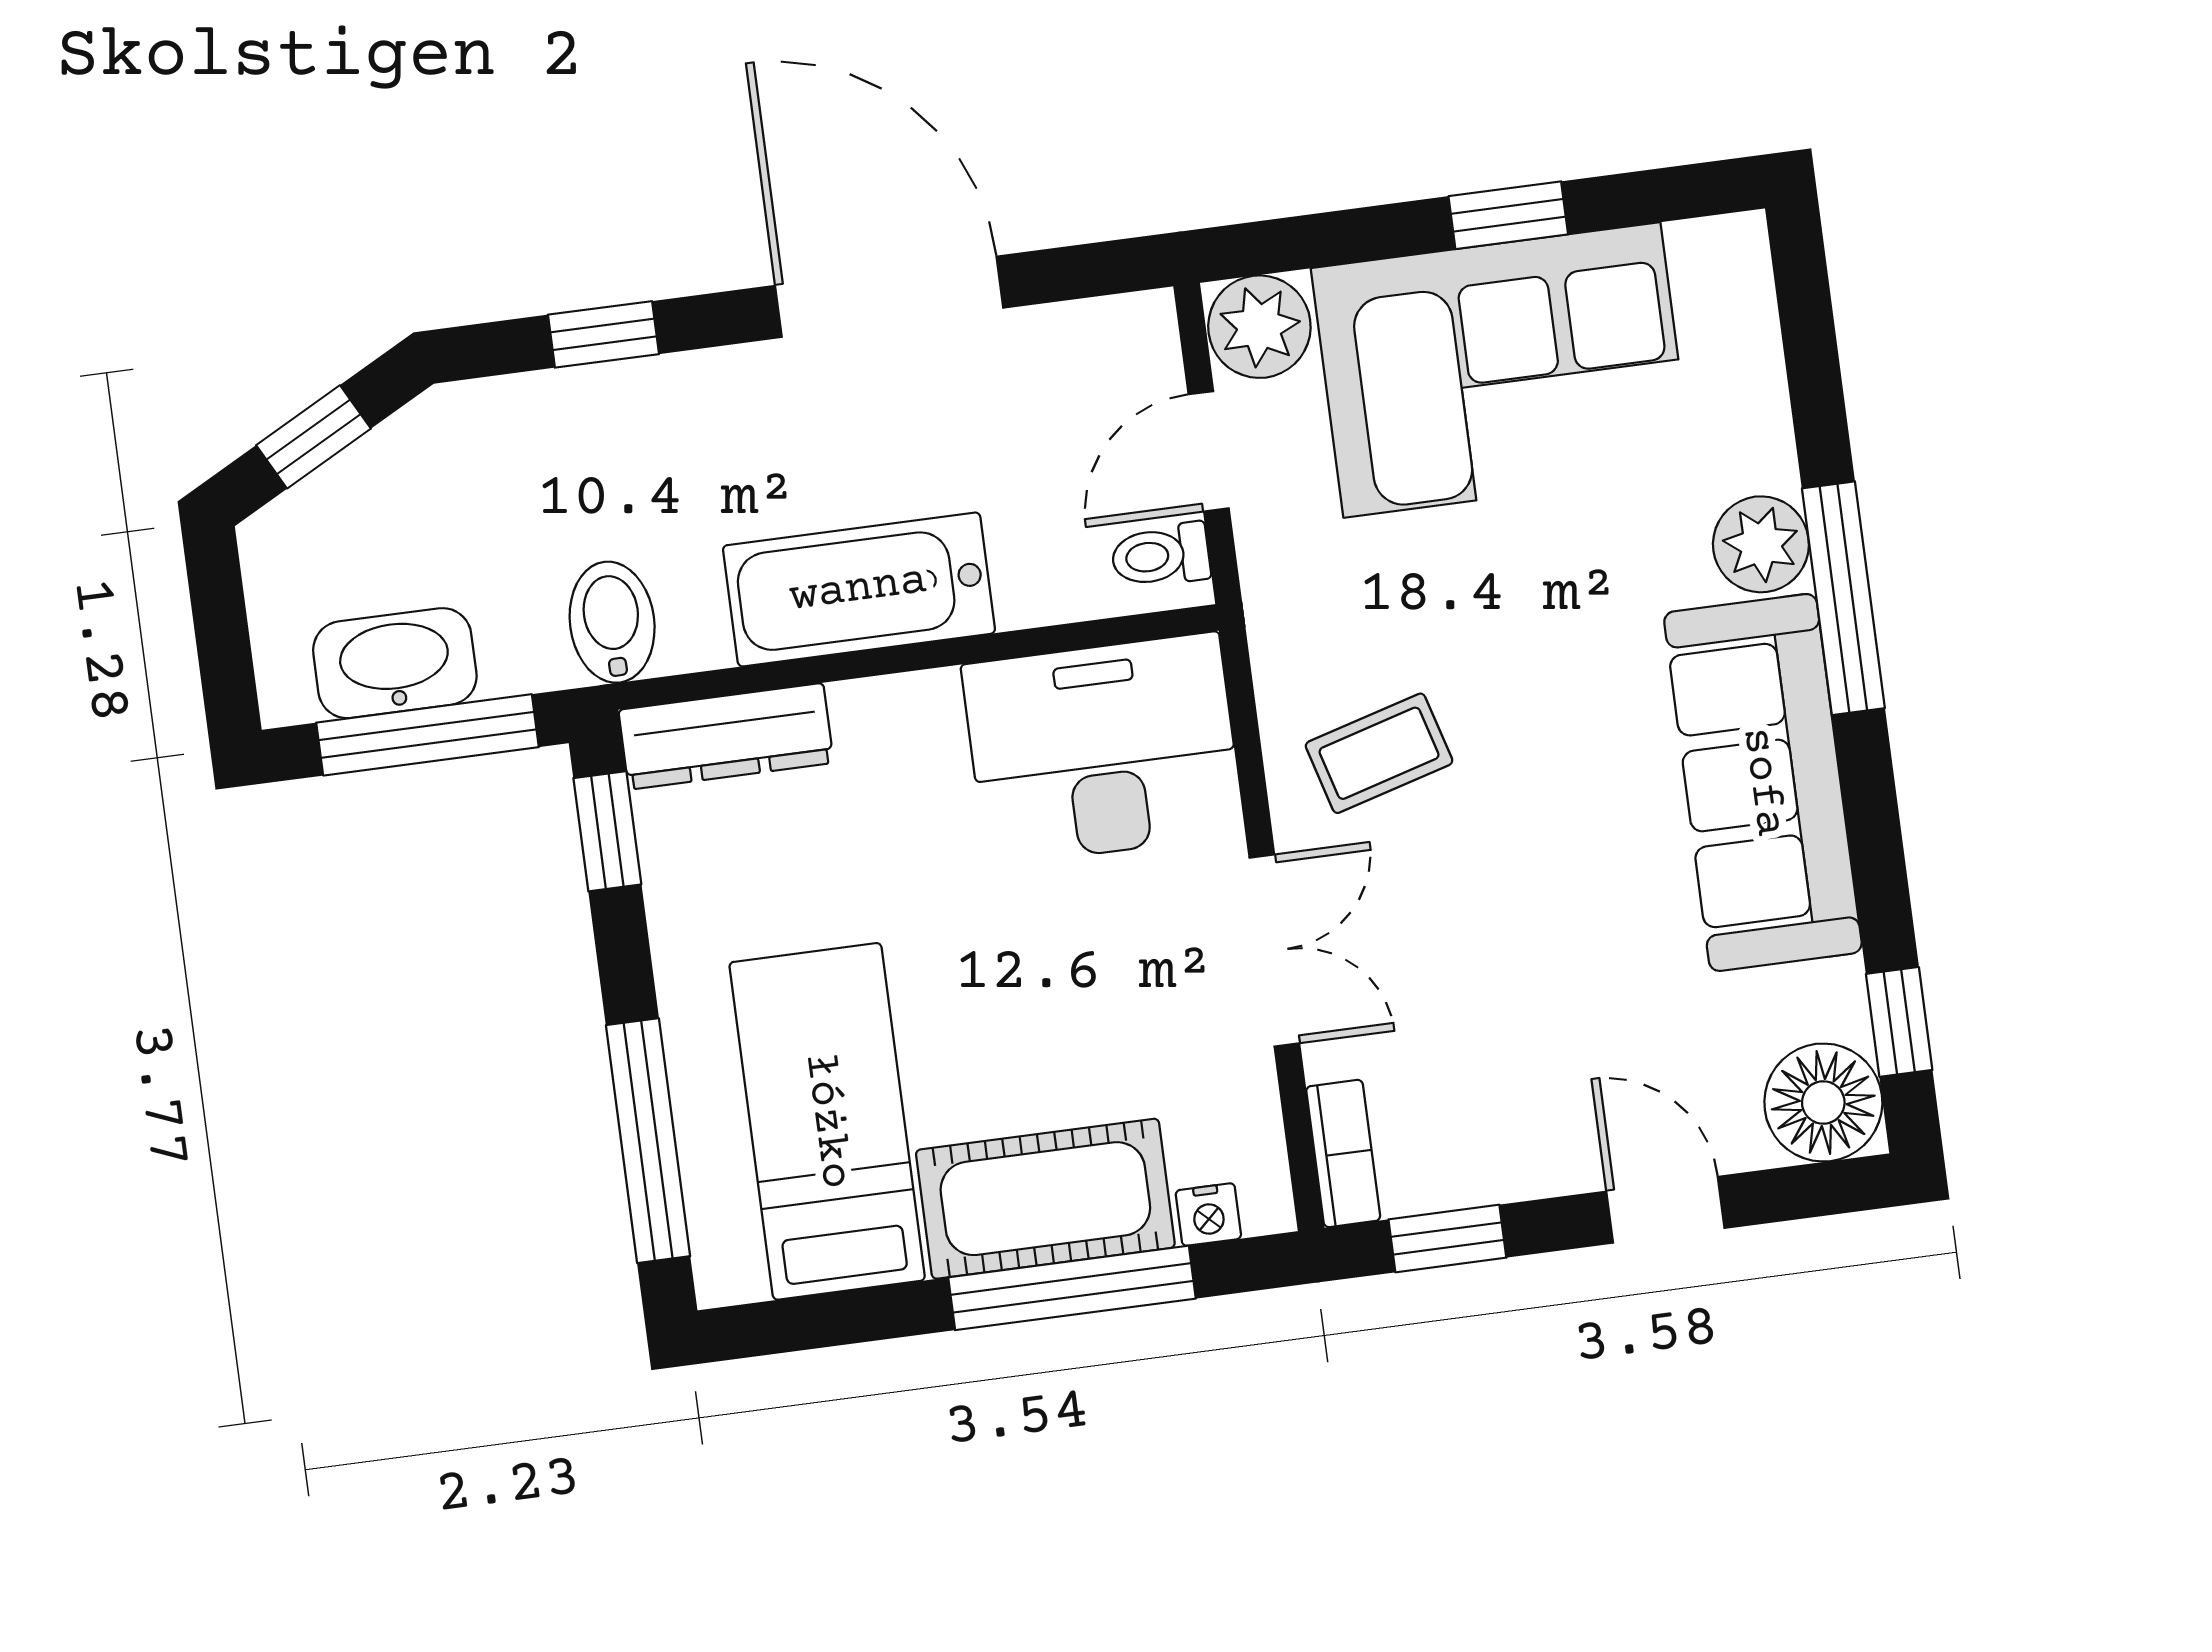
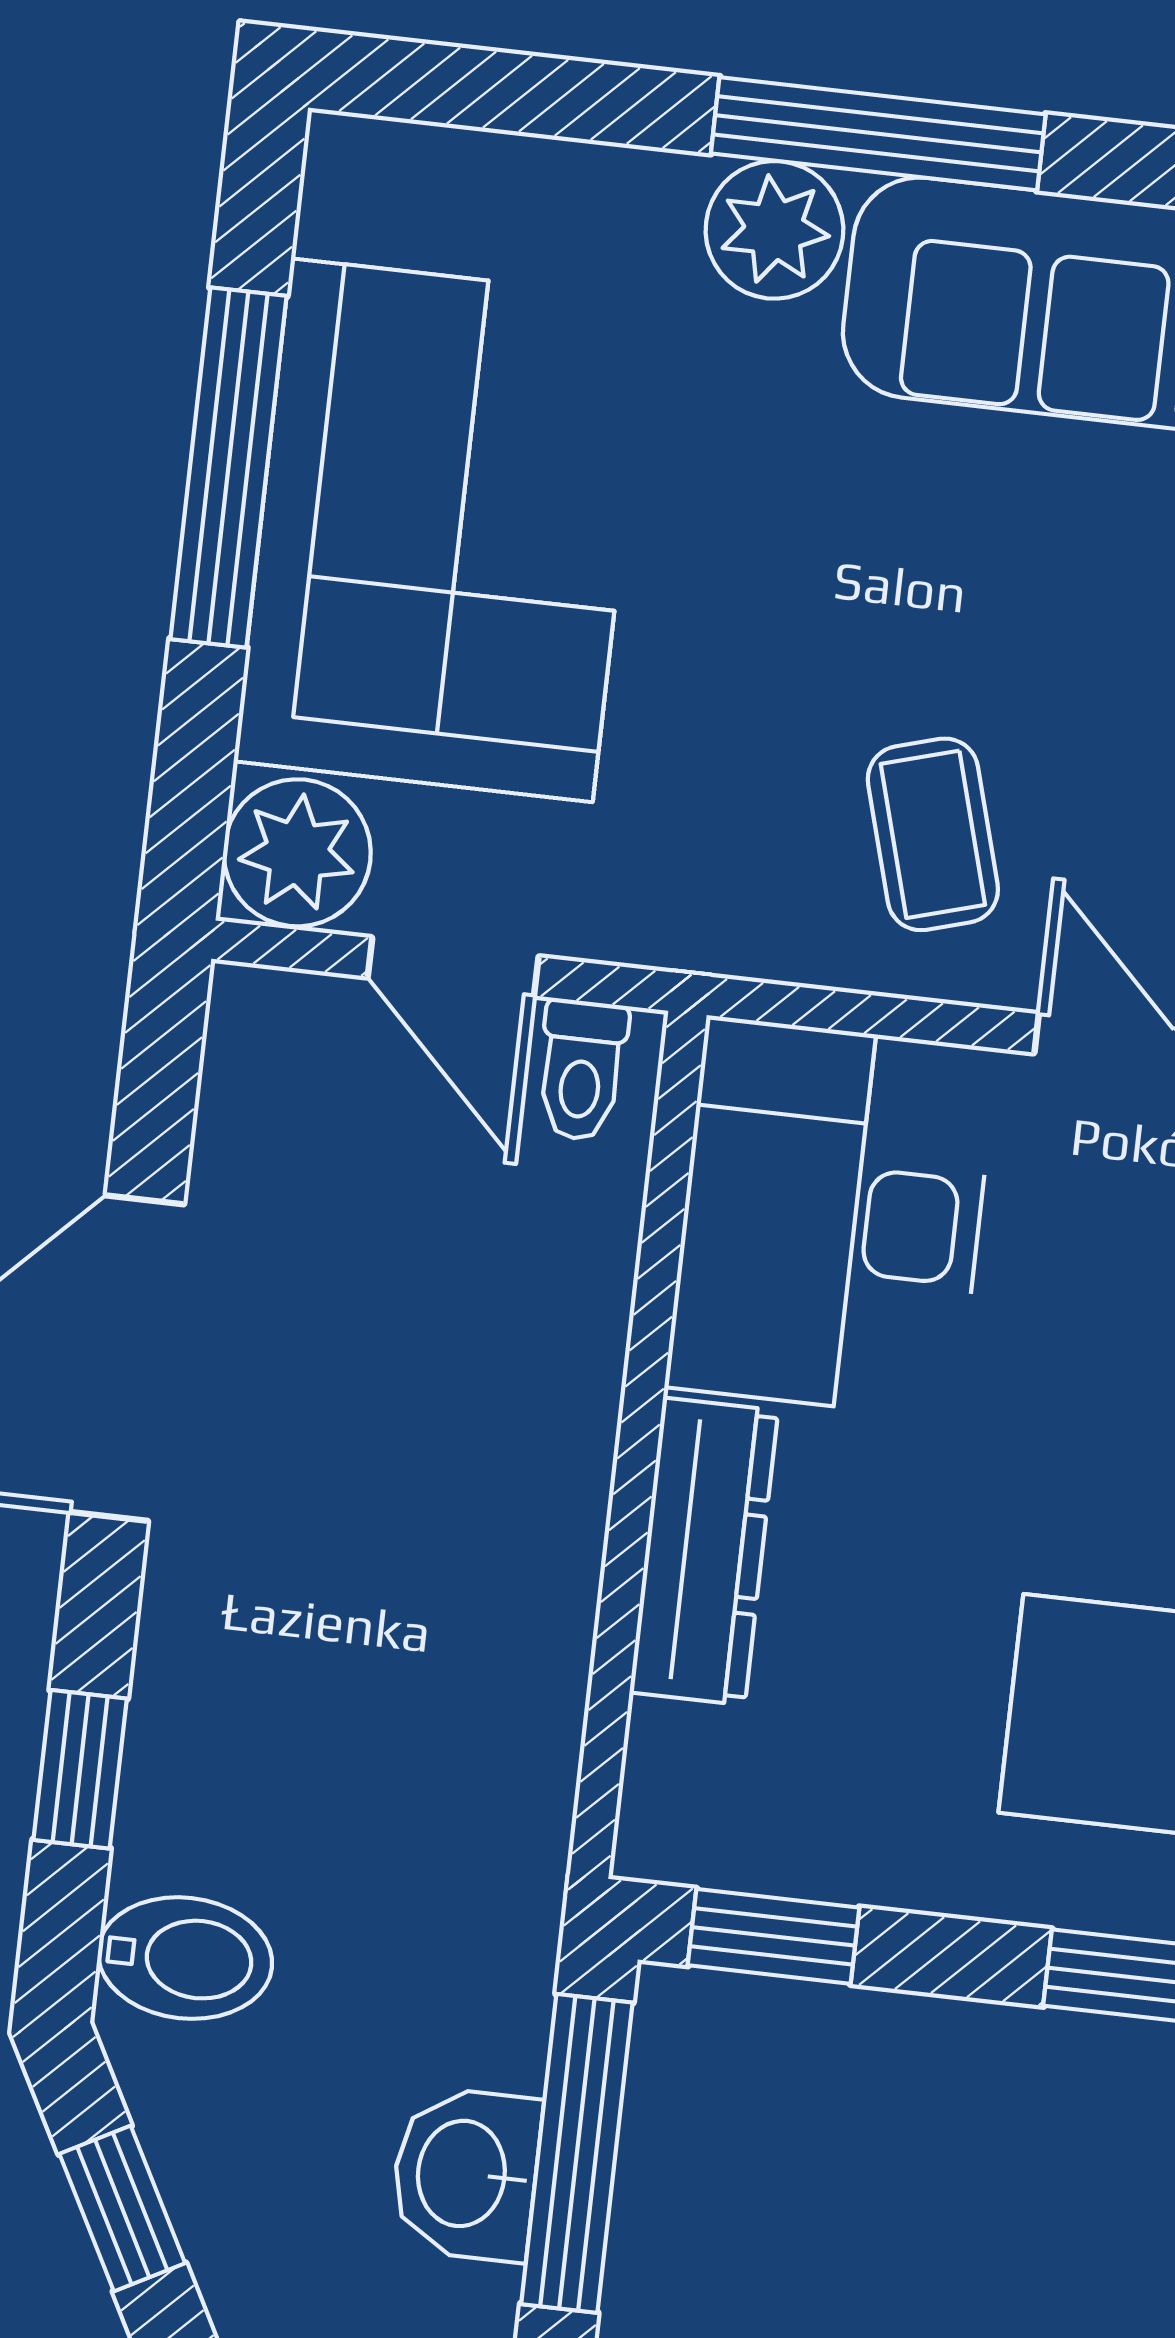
window: (1508, 215) -> (228, 467), width x2.17
bathtub: (859, 589) -> (524, 1502), removed
bidet: (612, 622) -> (185, 1958), moved, turned 180
washbasin: (395, 663) -> (466, 2174), width x0.72
dresser: (726, 736) -> (704, 1551), moved

